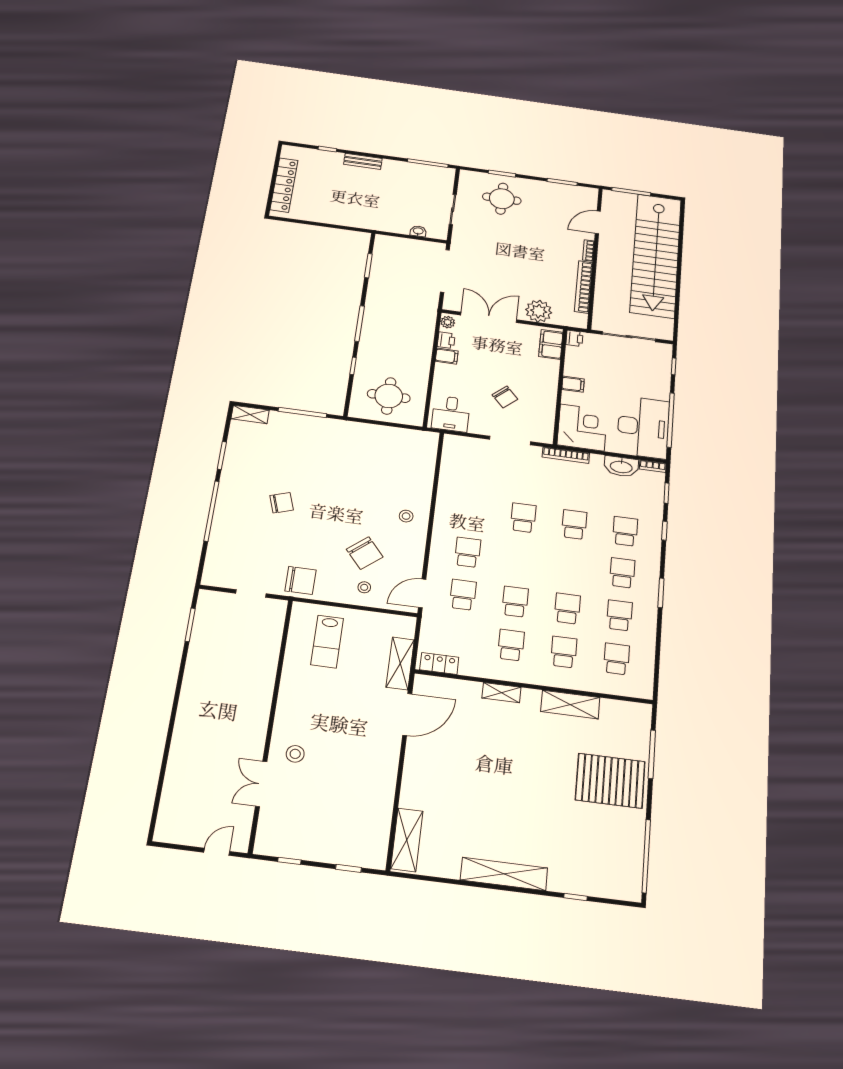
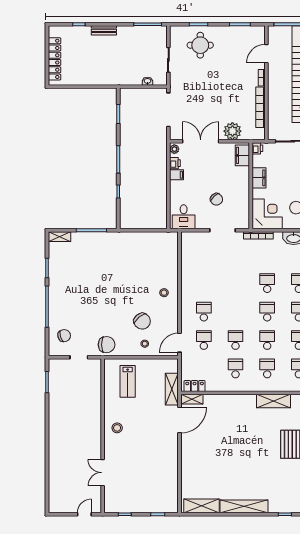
filing cabinet: (573, 384) -> (259, 178), width x2.00
round table: (389, 396) -> (143, 210), removed
chair: (282, 503) -> (64, 336), moved
school desk: (523, 518) -> (267, 312), moved
shelving: (501, 693) -> (192, 399), moved
stool: (295, 754) -> (117, 428), moved
shelving: (407, 840) -> (202, 506), moved, turned 90

